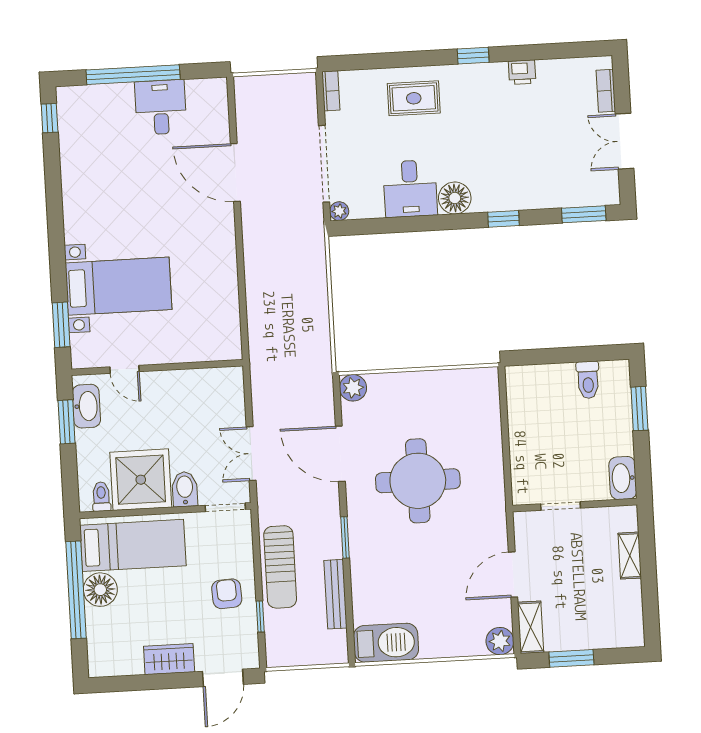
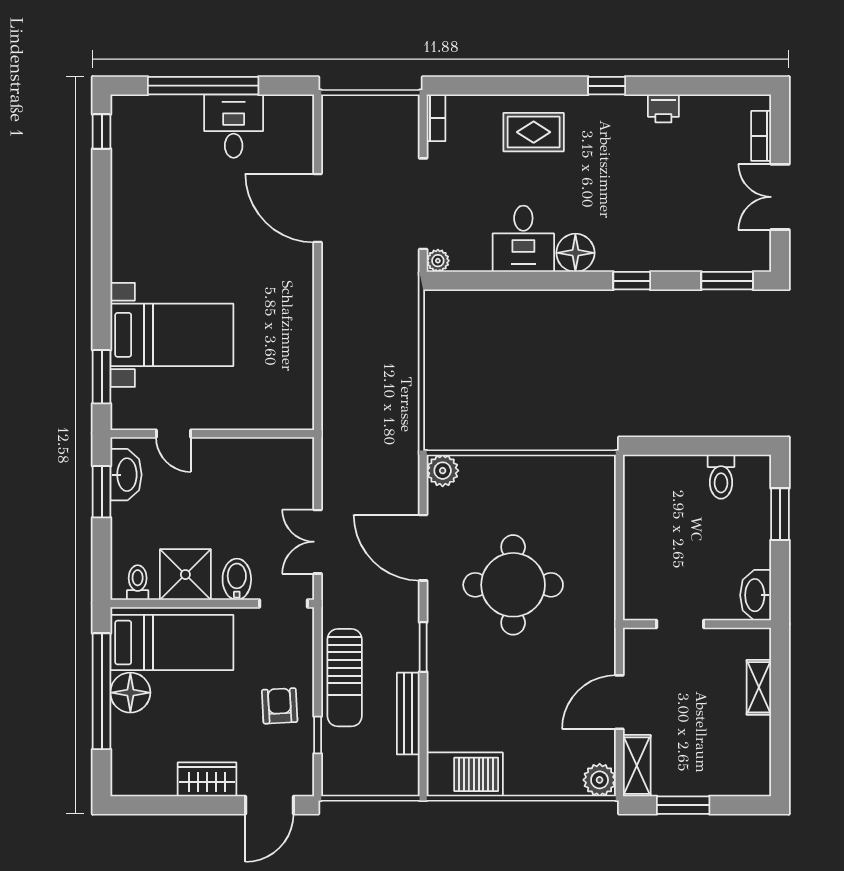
shower: (141, 480) -> (185, 575), width x0.73, depth x0.73

